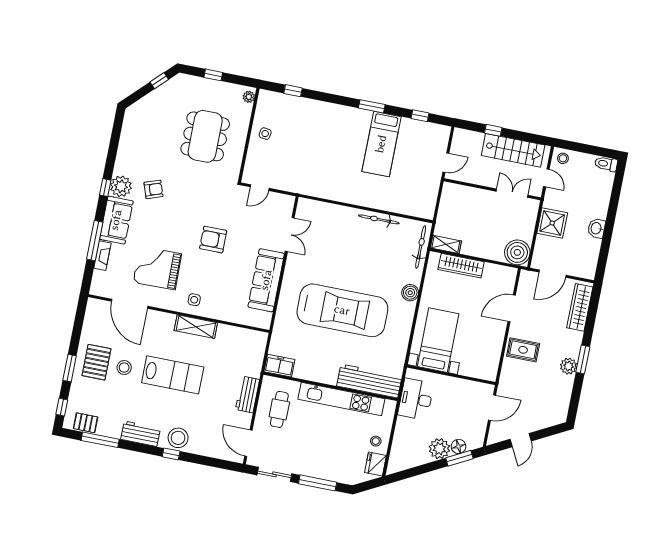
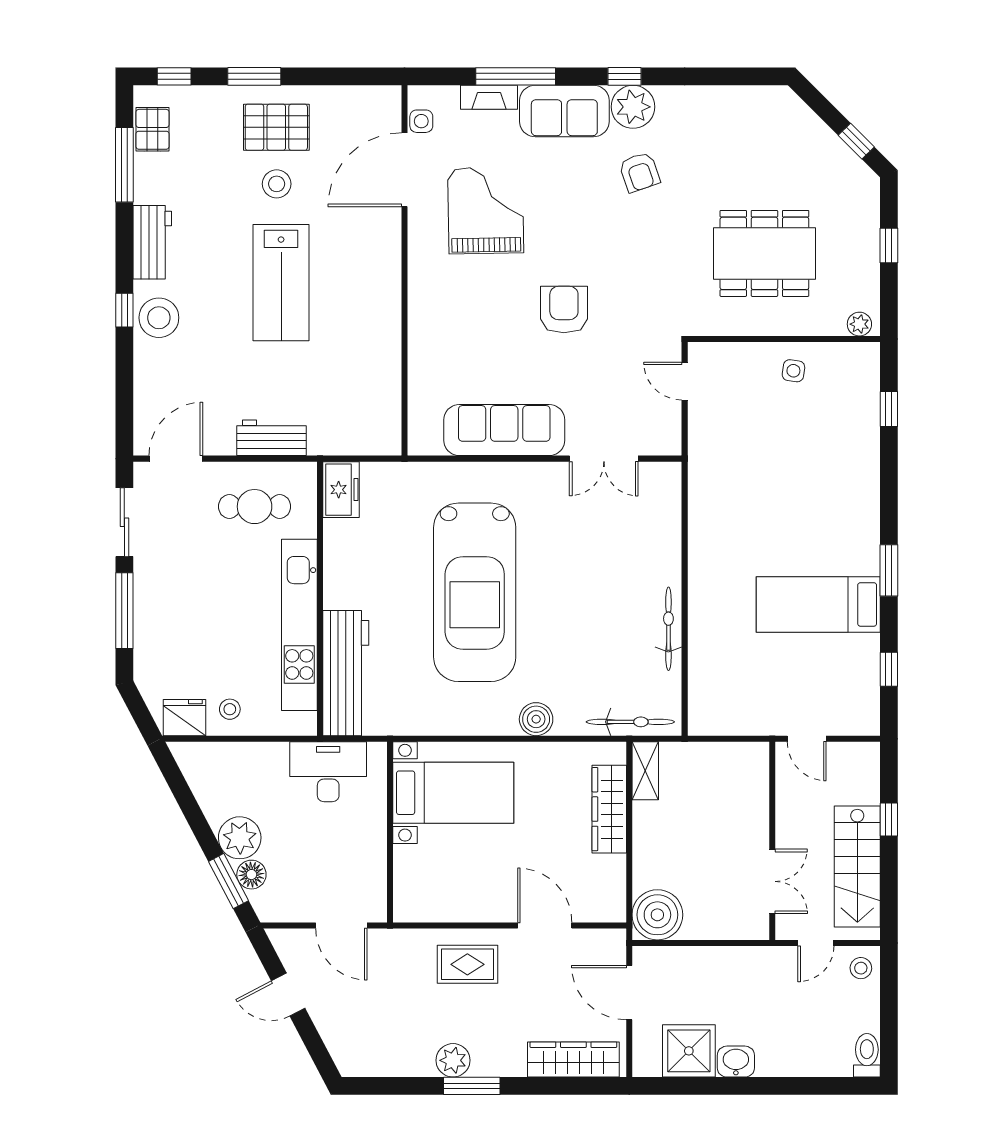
shower: (552, 223) -> (689, 1051), moved
side table: (194, 300) -> (421, 121), moved
shelving: (196, 327) -> (385, 309), removed
rug: (523, 350) -> (467, 964), turned 90

